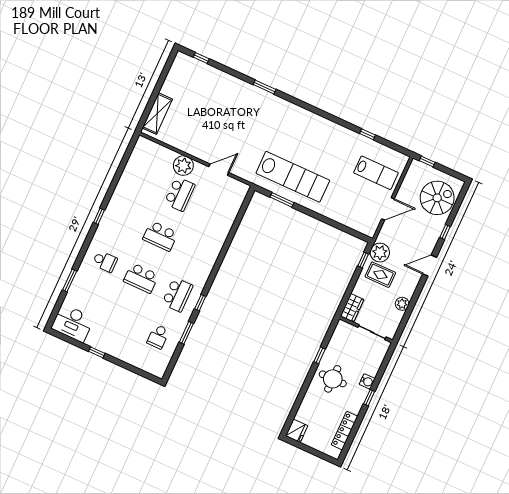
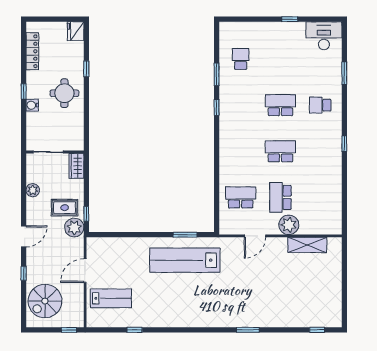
shelving: (157, 114) -> (307, 245), moved, turned 90
lab bench: (376, 173) -> (111, 298), turned 180
school desk: (177, 295) -> (241, 197), moved, turned 90
window: (320, 355) -> (86, 69), moved

